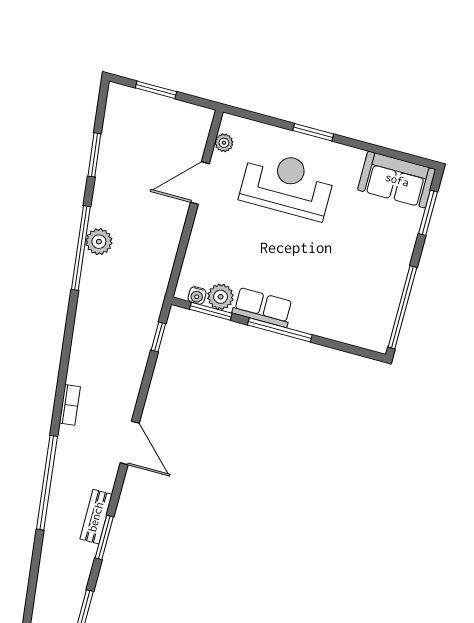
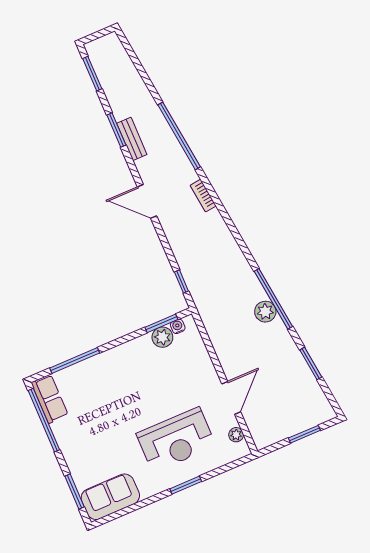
row of seats: (263, 307) -> (50, 399), moved, turned -90
window: (280, 330) -> (75, 360), moved

